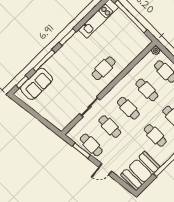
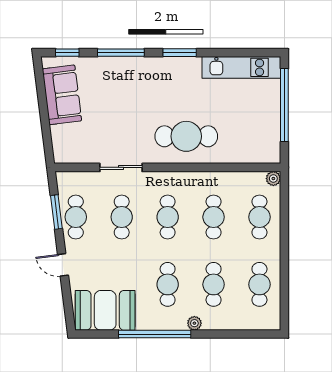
cafe table: (104, 68) -> (186, 136), width x1.37, depth x1.35
sofa: (37, 84) -> (62, 95), moved, turned -97

